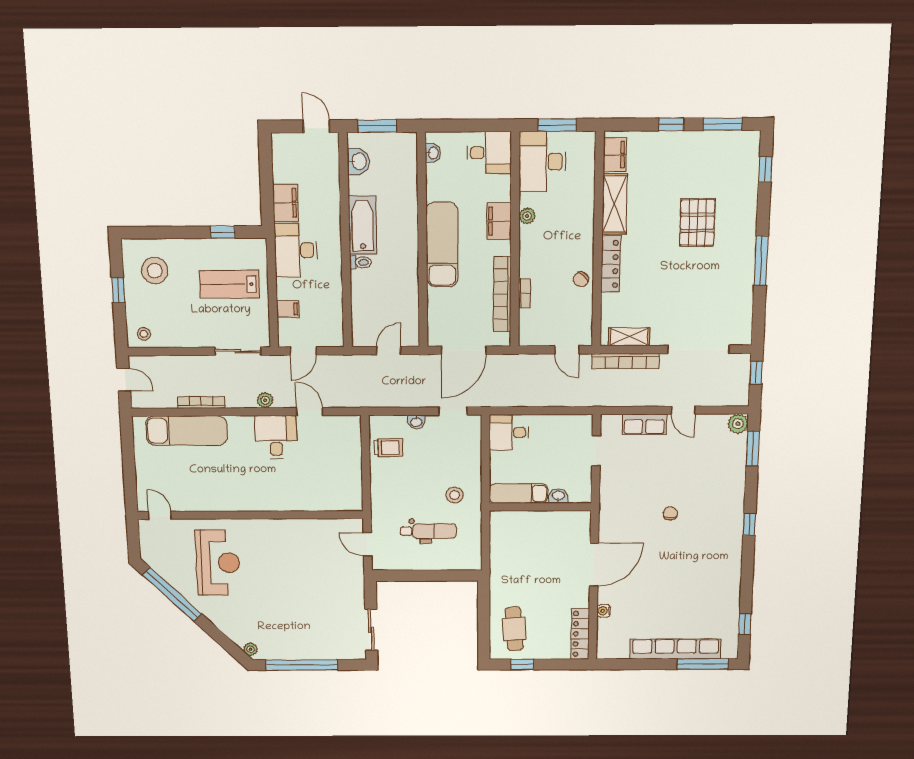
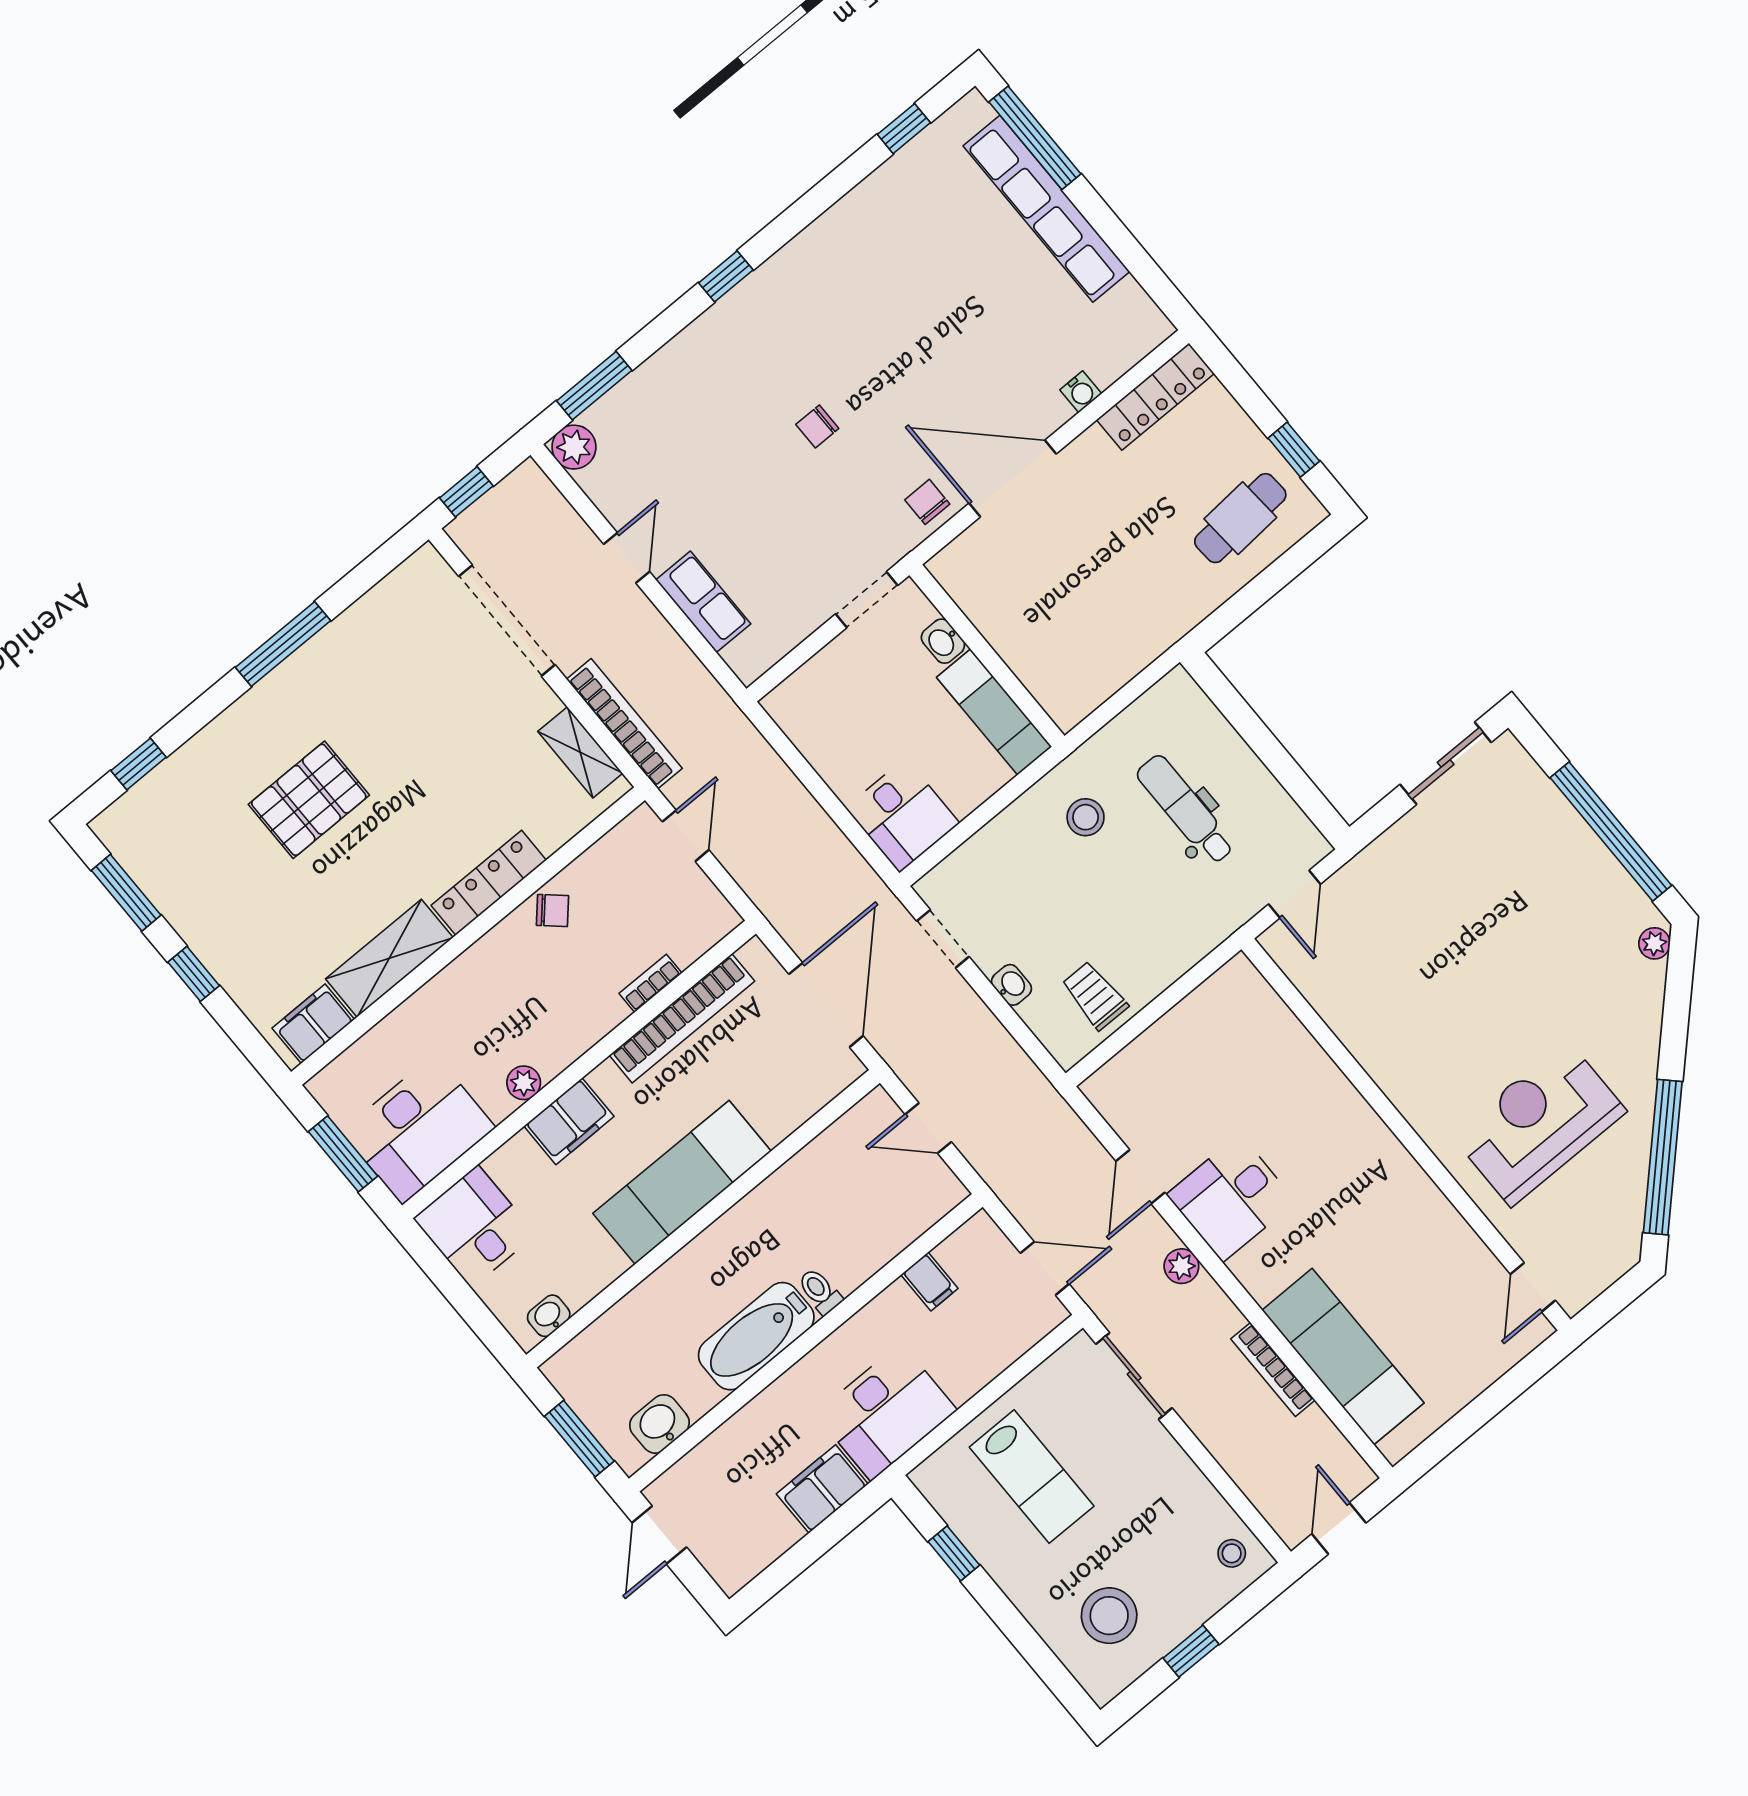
filing cabinet: (288, 309) -> (929, 1282), moved, turned 180
door: (464, 350) -> (826, 1005), hinge flipped
doorway: (596, 451) -> (867, 600), moved
chair: (611, 530) -> (927, 502), added

